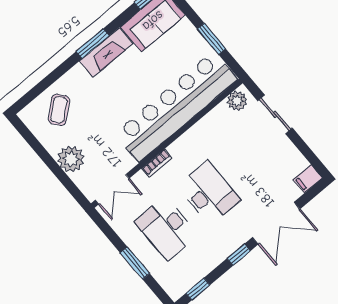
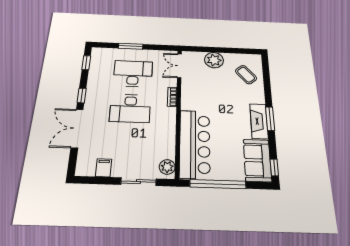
window: (211, 39) -> (218, 184), width x2.11
bar counter: (176, 106) -> (195, 144), width x0.73
filing cabinet: (308, 179) -> (104, 168), moved

